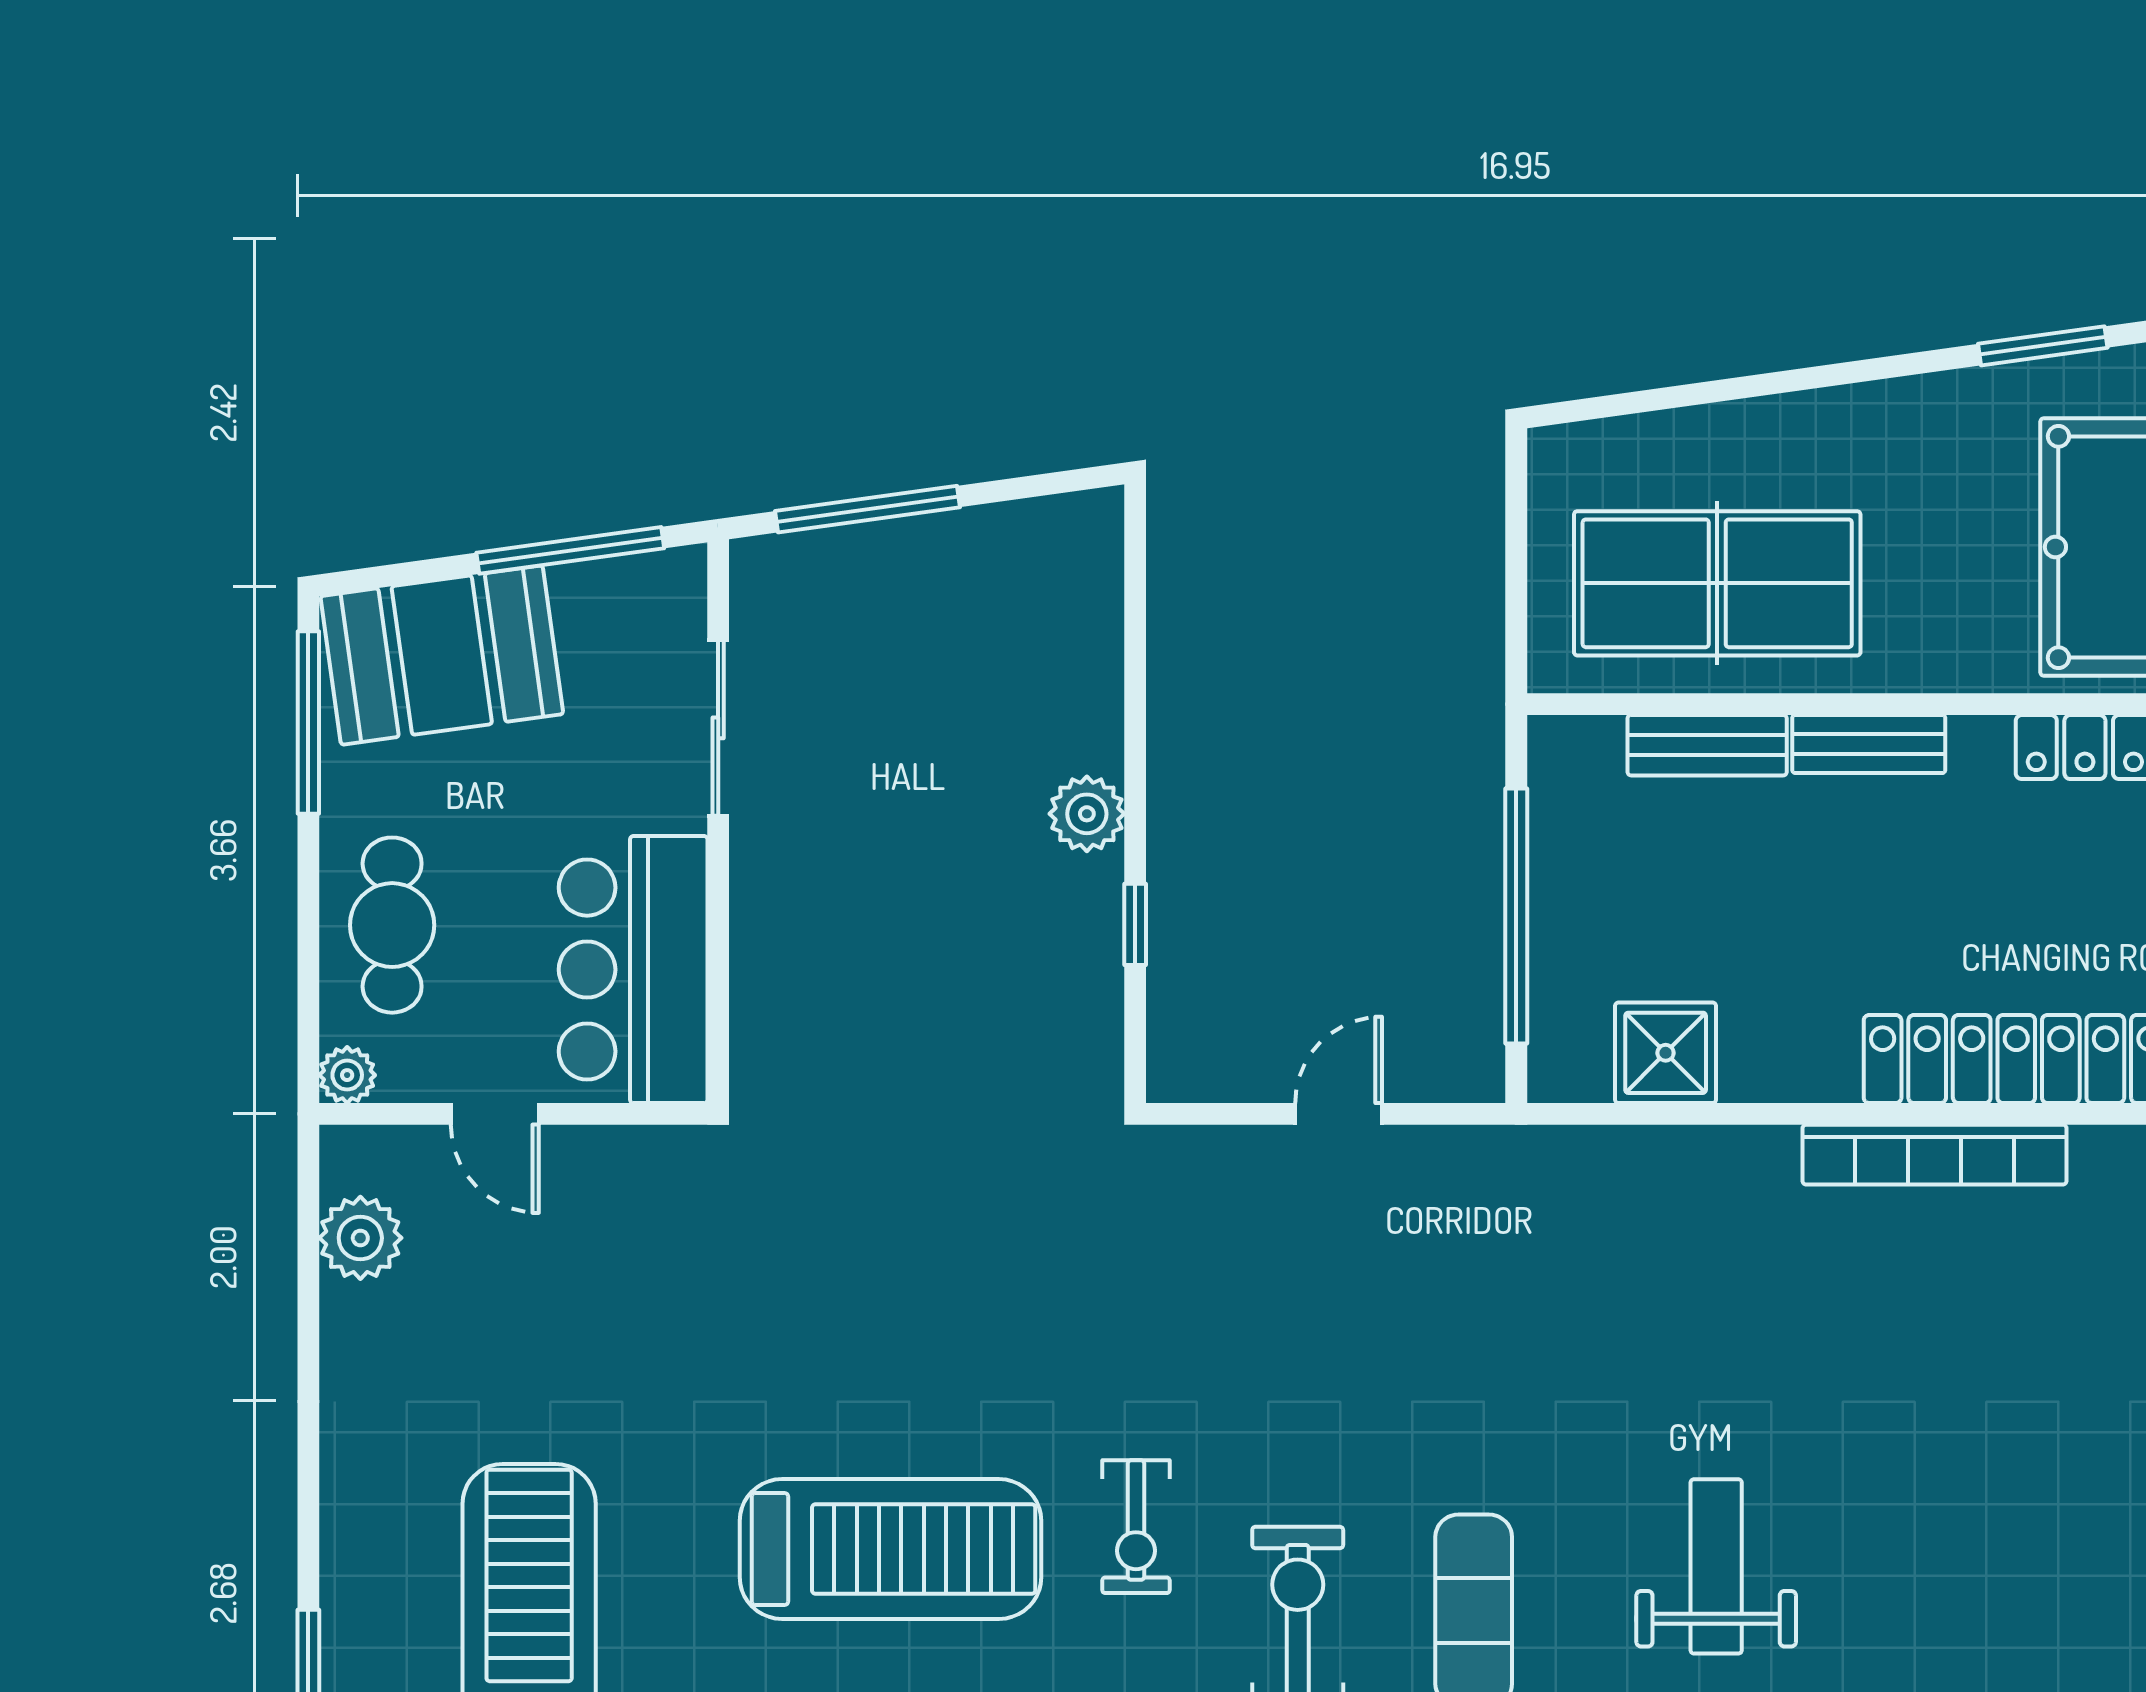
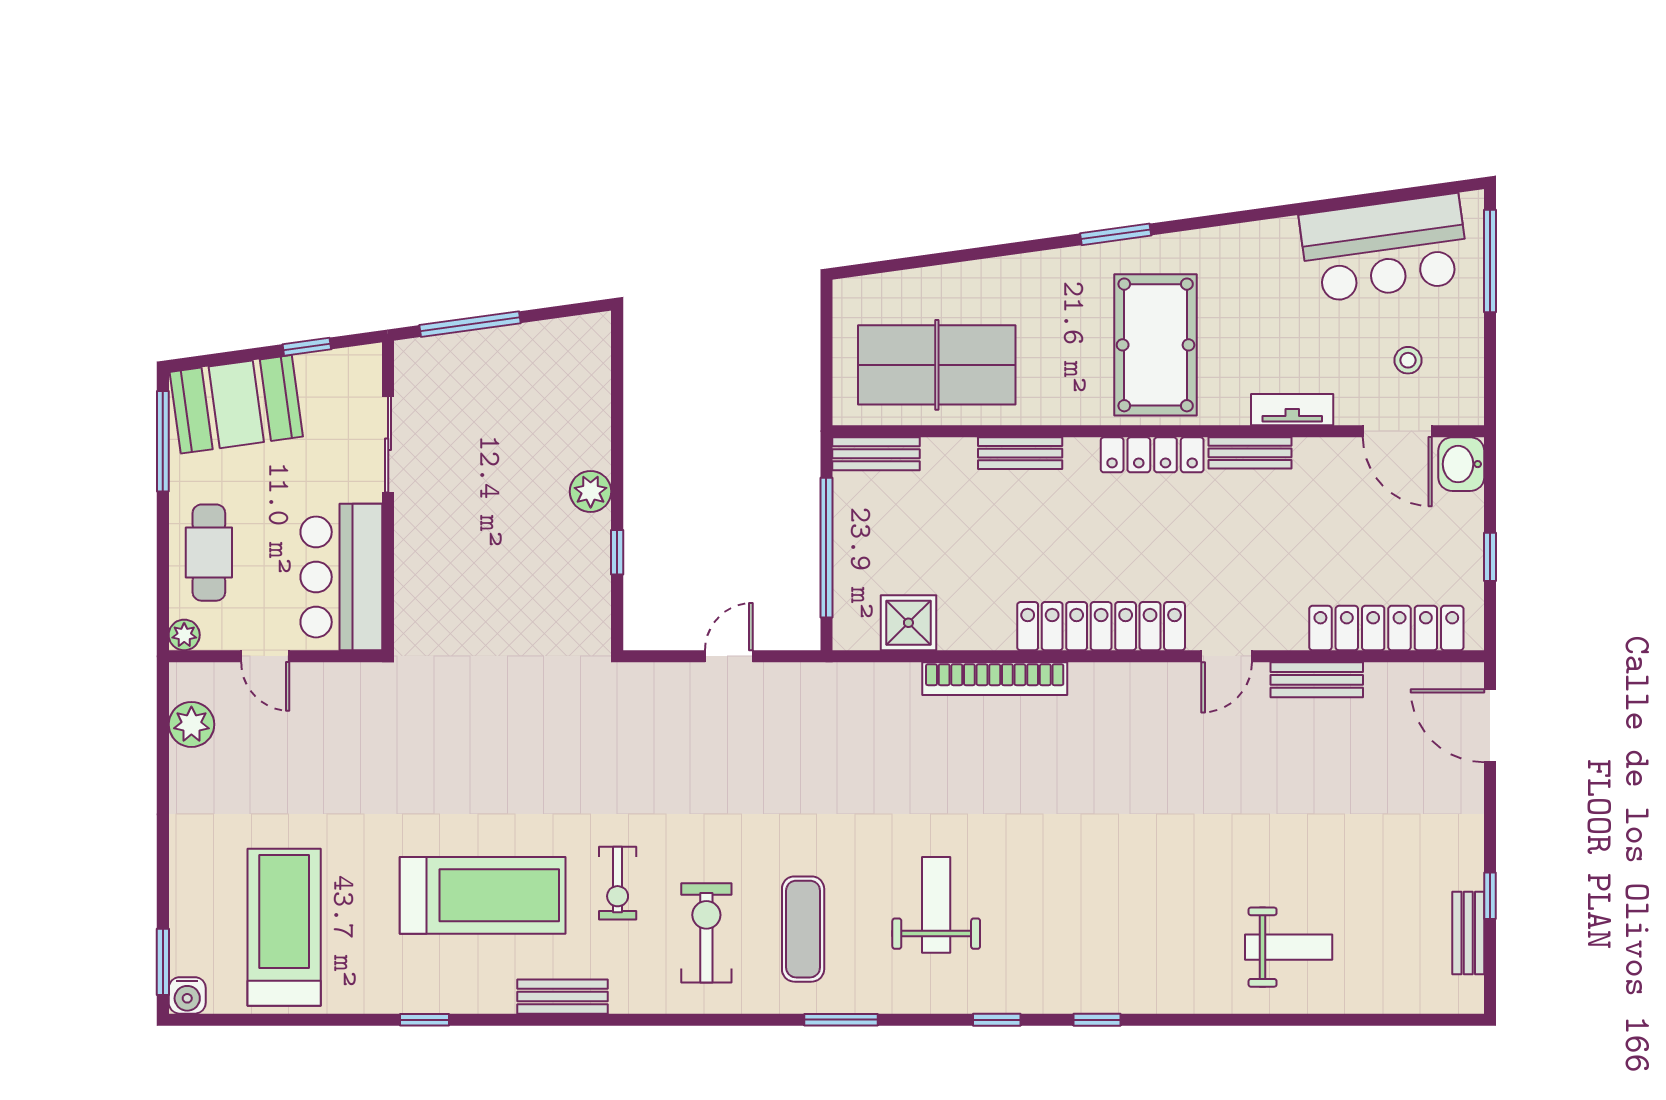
window: (570, 550) -> (307, 347), width x0.46
bench: (1707, 745) -> (876, 454), moved
bookcase: (1934, 1155) -> (995, 679), moved

